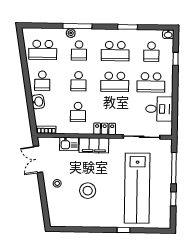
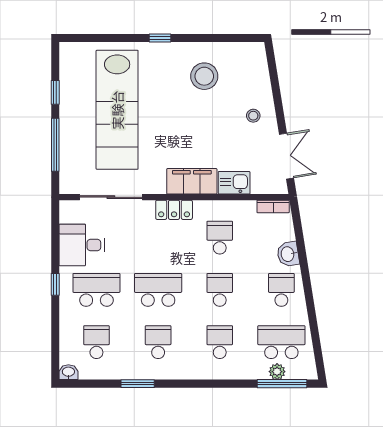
window: (77, 26) -> (282, 384), moved
plant: (71, 33) -> (277, 372), moved
school desk: (115, 51) -> (158, 342), width x0.54
window: (176, 59) -> (55, 284), moved
lab bench: (137, 188) -> (117, 110), turned 180
stool: (88, 191) -> (204, 76), moved
window: (123, 230) -> (160, 38), moved

